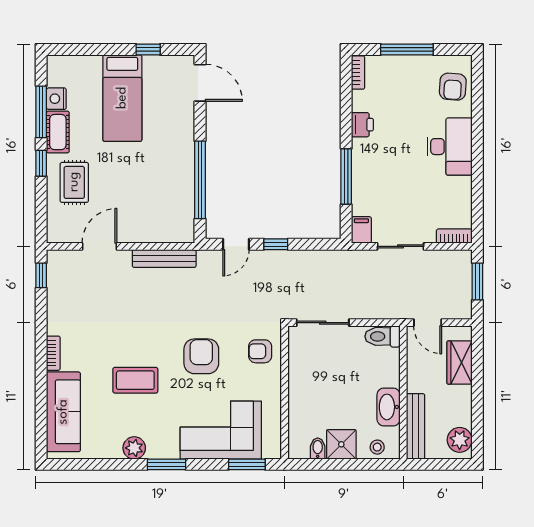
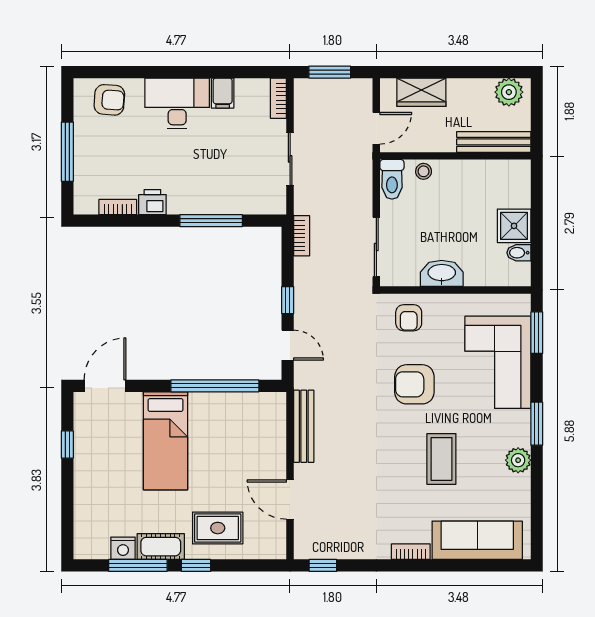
bookcase: (358, 73) -> (118, 207), moved
bed: (122, 98) -> (166, 441), moved, turned 90
filing cabinet: (361, 230) -> (223, 93), moved, turned -90
bookcase: (333, 257) -> (302, 236), added
washbasin: (389, 407) -> (442, 273), moved, turned 180
stool: (377, 447) -> (424, 171), moved

